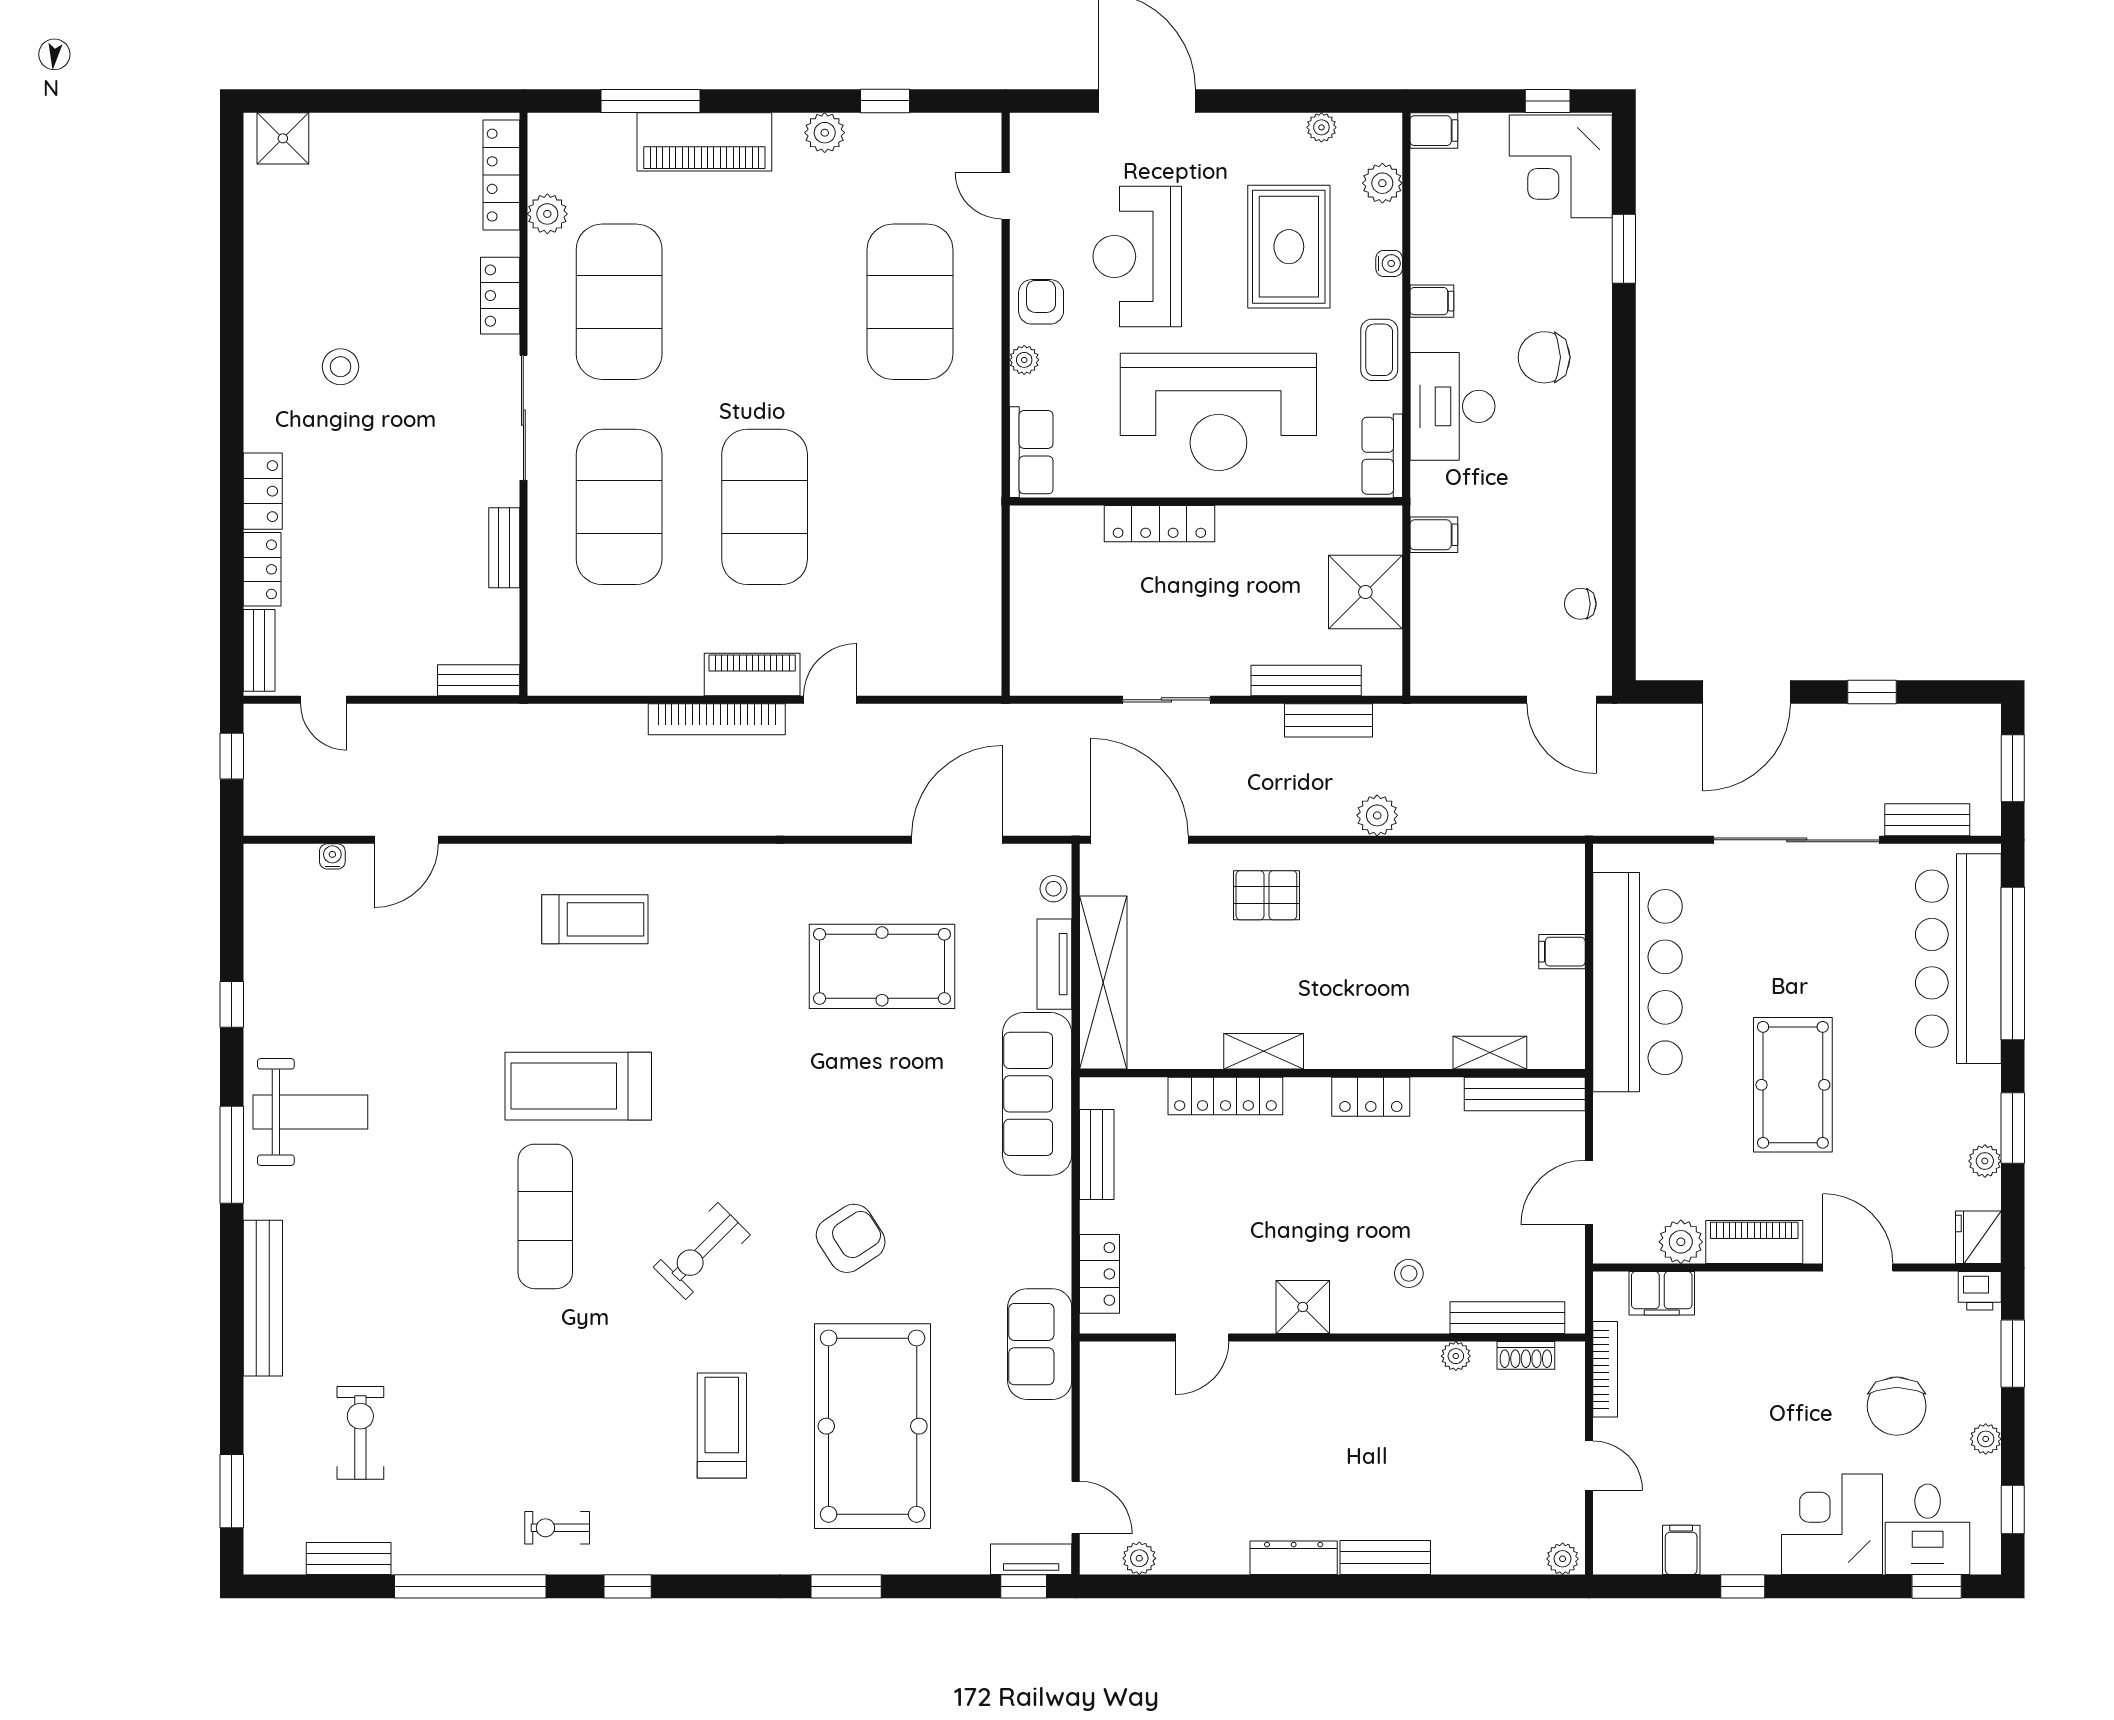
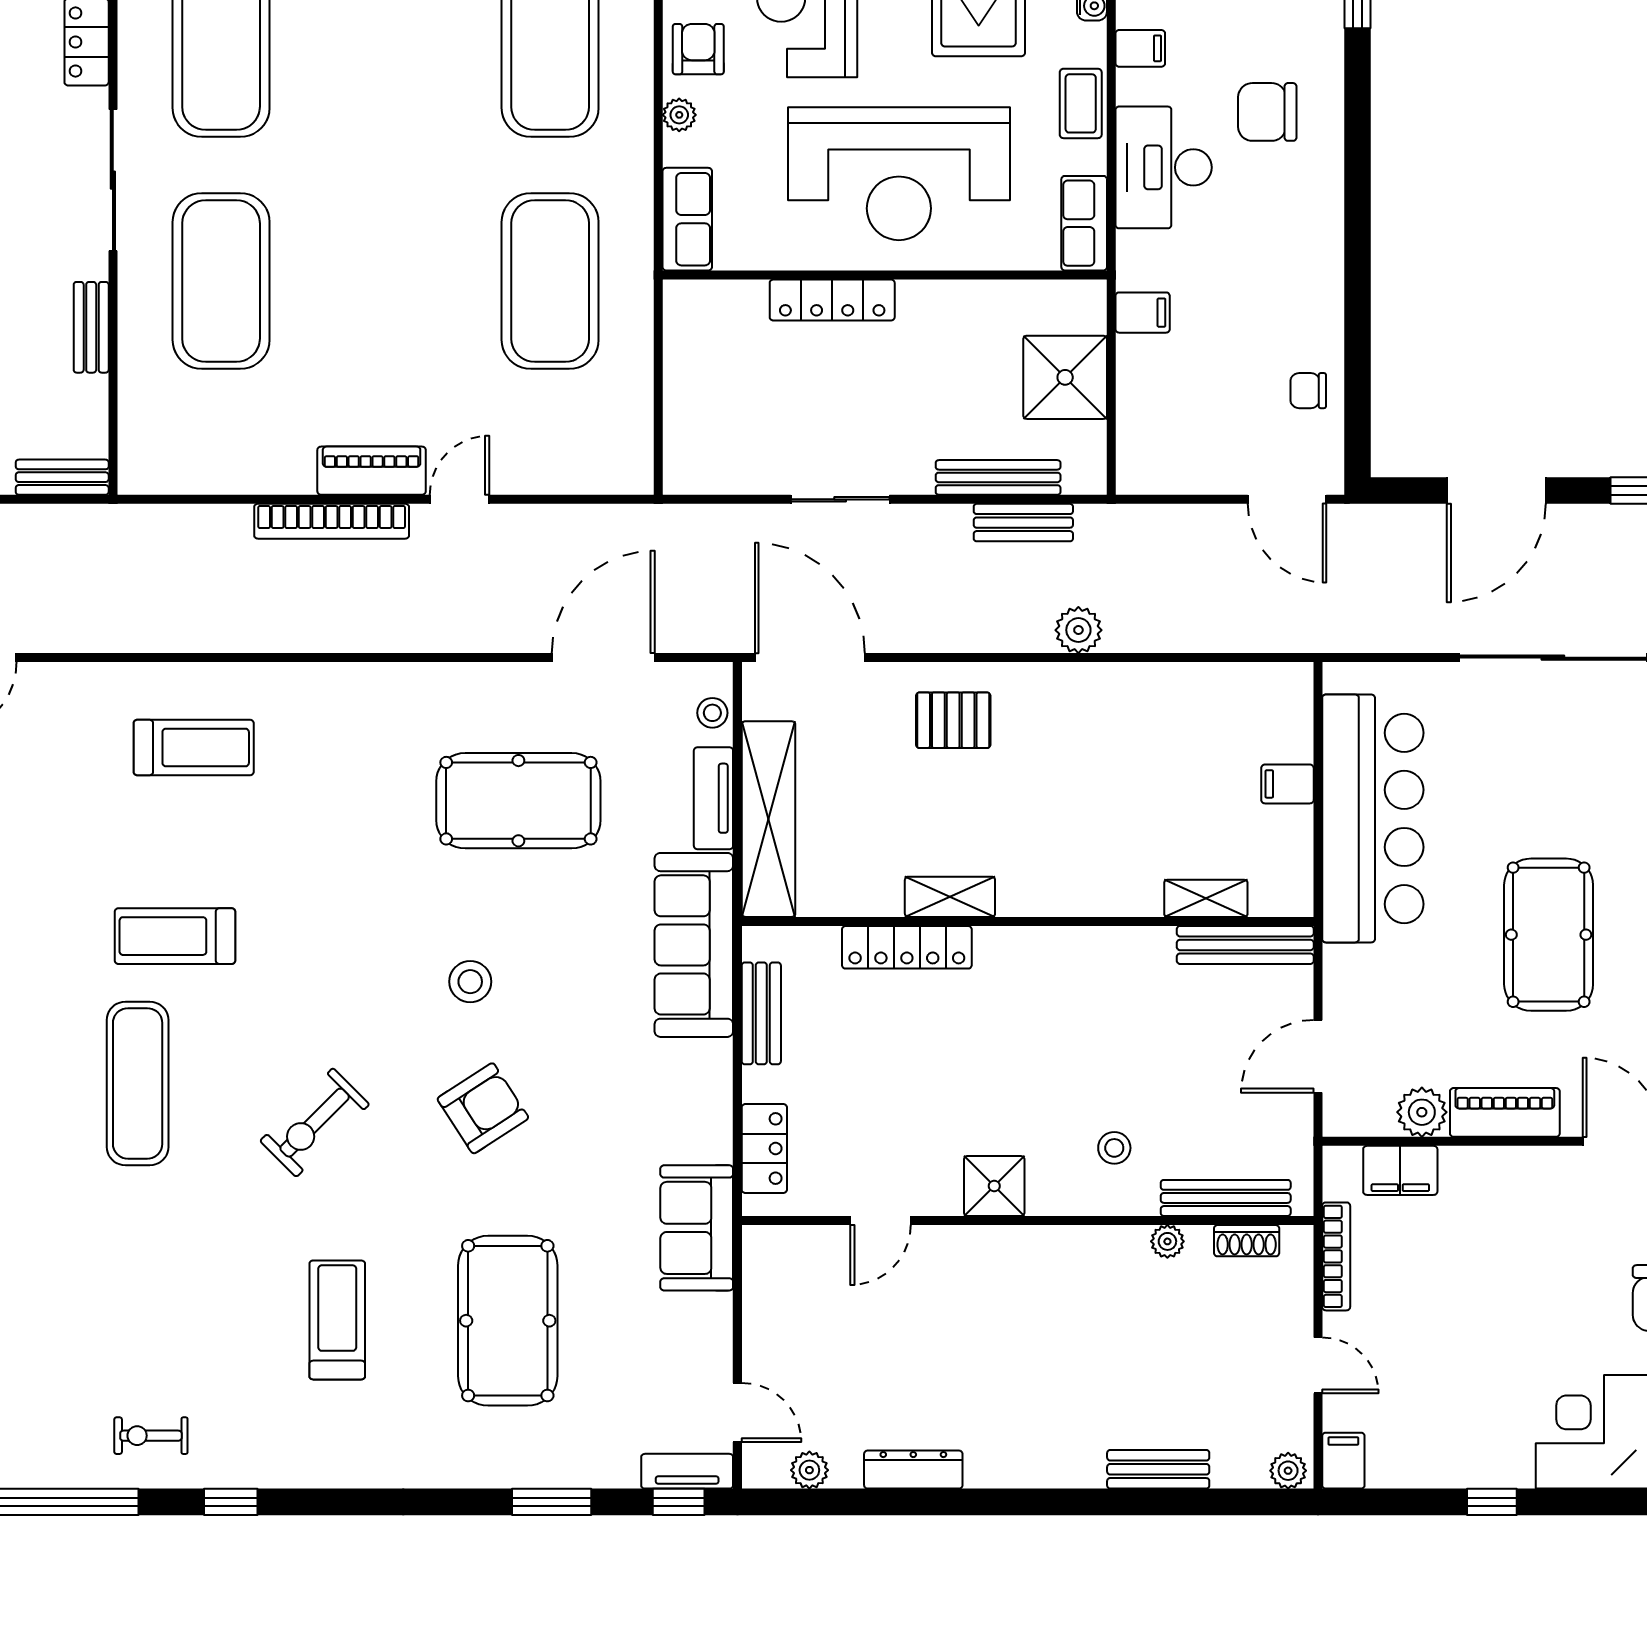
exercise mat: (765, 507) -> (550, 281), moved
treadmill: (578, 1086) -> (175, 936), width x0.73, depth x0.73
locker: (1371, 1097) -> (1071, 948), removed
stool: (839, 1126) -> (470, 982), added
pool table: (873, 1426) -> (508, 1321), width x0.73, depth x0.76
filing cabinet: (1681, 1550) -> (1343, 1461), moved
dresser: (1294, 1558) -> (913, 1470), moved
bench: (1385, 1558) -> (1158, 1469), moved
window: (846, 1586) -> (552, 1502), moved

